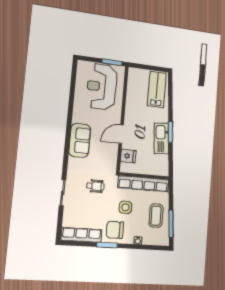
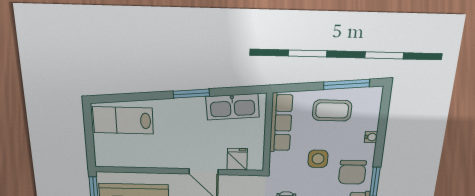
kitchen sink: (161, 138) -> (232, 107), moved
row of seats: (143, 184) -> (281, 123), width x0.73

